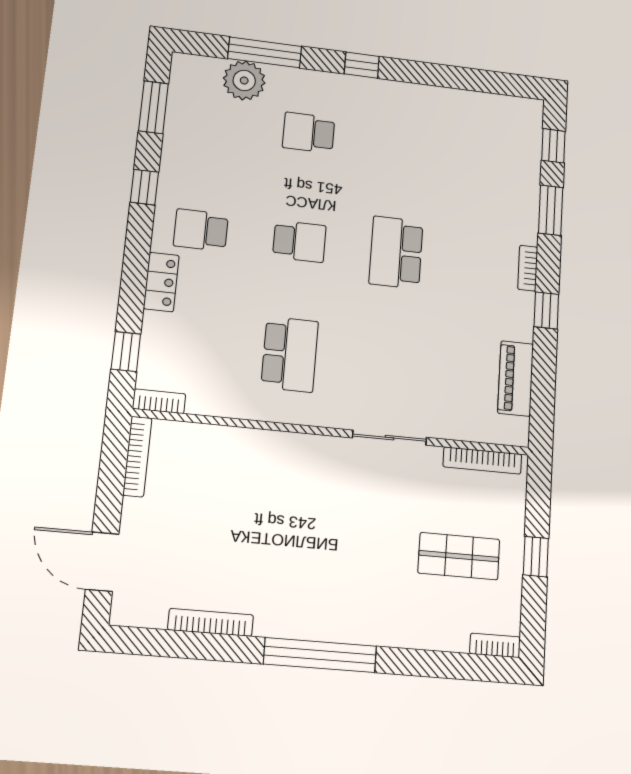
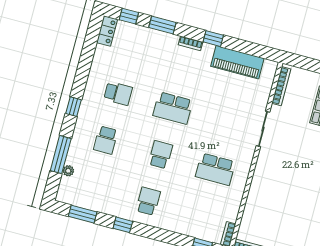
plant: (244, 80) -> (68, 171), width x0.53, depth x0.53
school desk: (404, 144) -> (118, 93), added
school desk: (201, 230) -> (148, 201), turned 180
locker: (161, 282) -> (107, 31), moved, turned 90
school desk: (290, 354) -> (215, 169), turned 180
piano: (516, 379) -> (237, 62), width x1.37, depth x1.33

